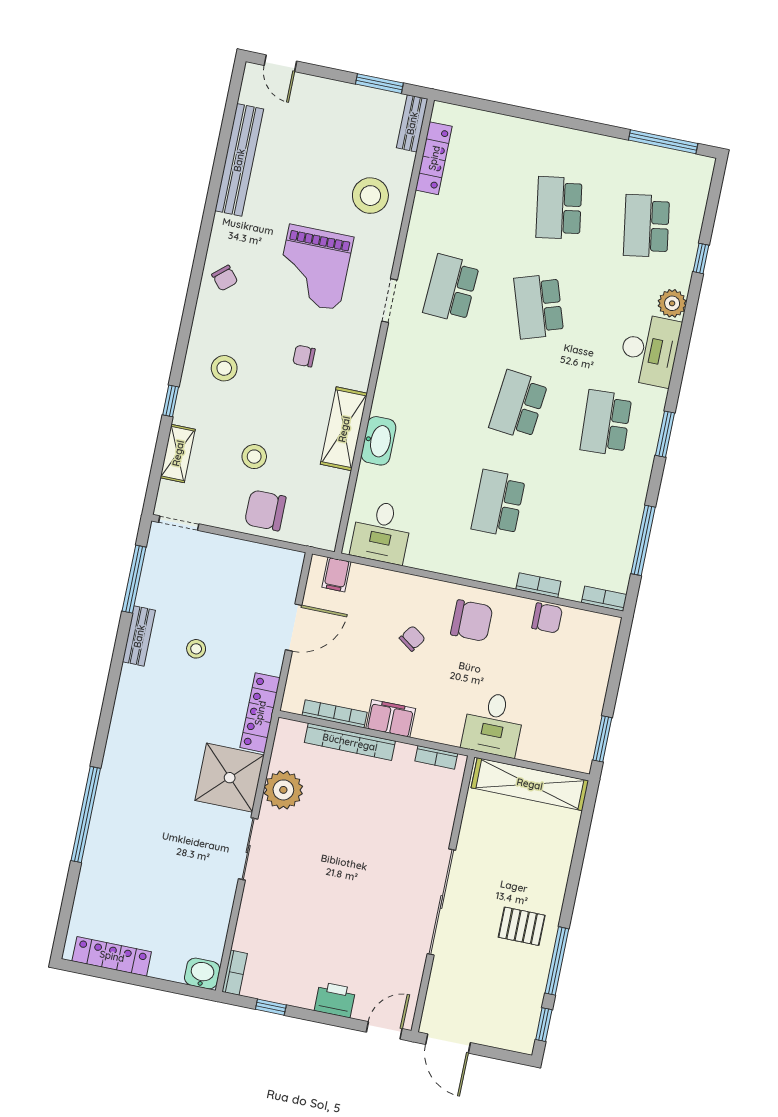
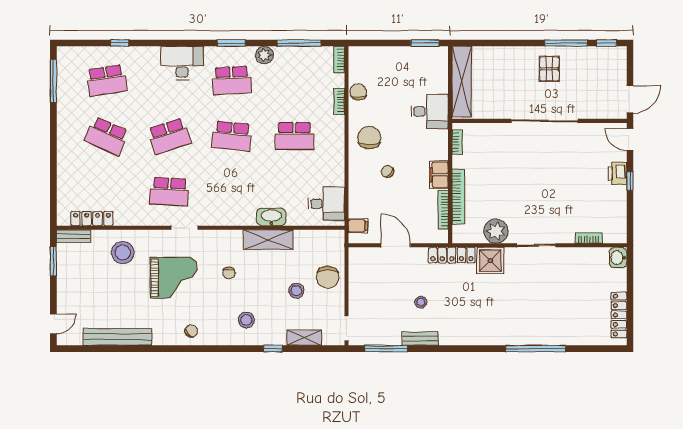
school desk: (559, 208) -> (107, 136), turned 33
plant: (672, 303) -> (264, 55), moved
shower: (230, 778) -> (490, 261), width x0.73, depth x0.73
bookcase: (235, 973) -> (589, 238), moved
window: (271, 1007) -> (630, 181), moved

